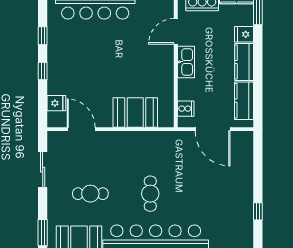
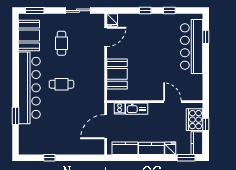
kitchen sink: (186, 62) -> (137, 109), moved
fridge: (56, 103) -> (112, 20), moved

